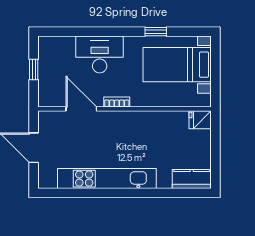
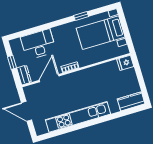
desk: (100, 54) -> (38, 44), moved
dresser: (46, 93) -> (24, 75), added
door: (81, 109) -> (49, 78), hinge flipped

